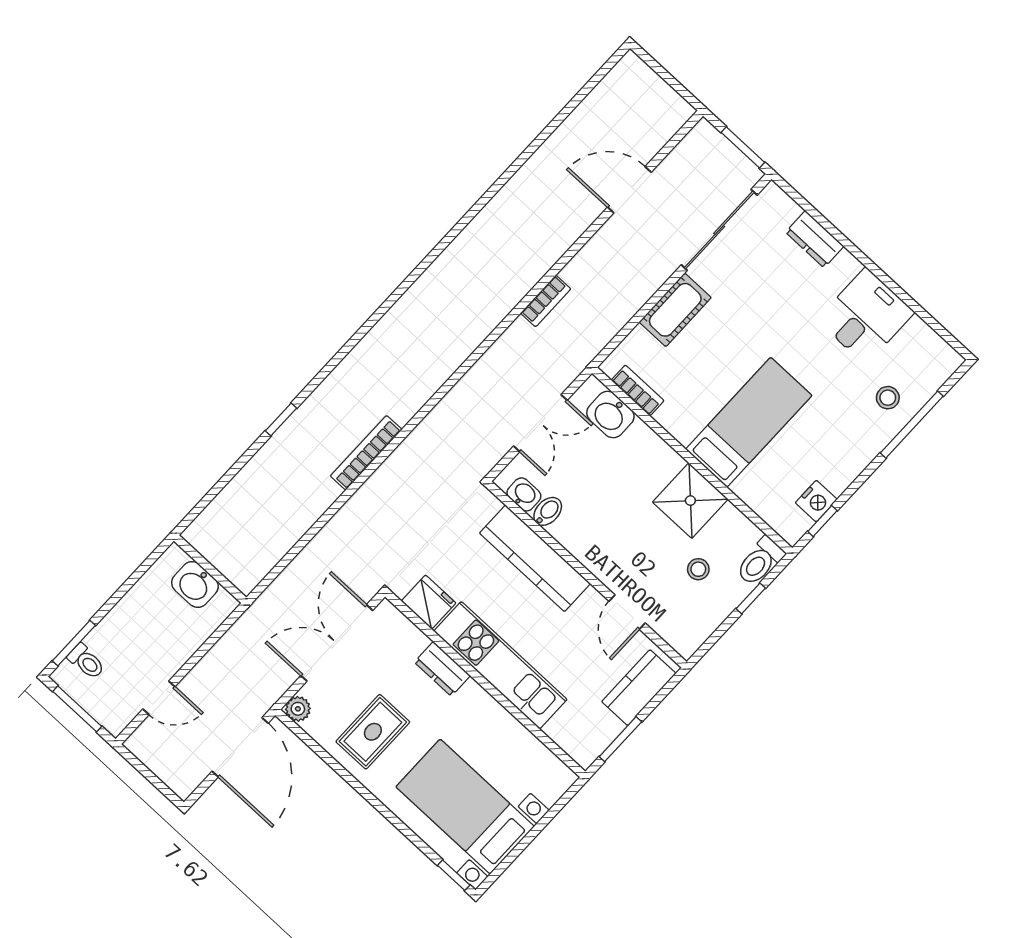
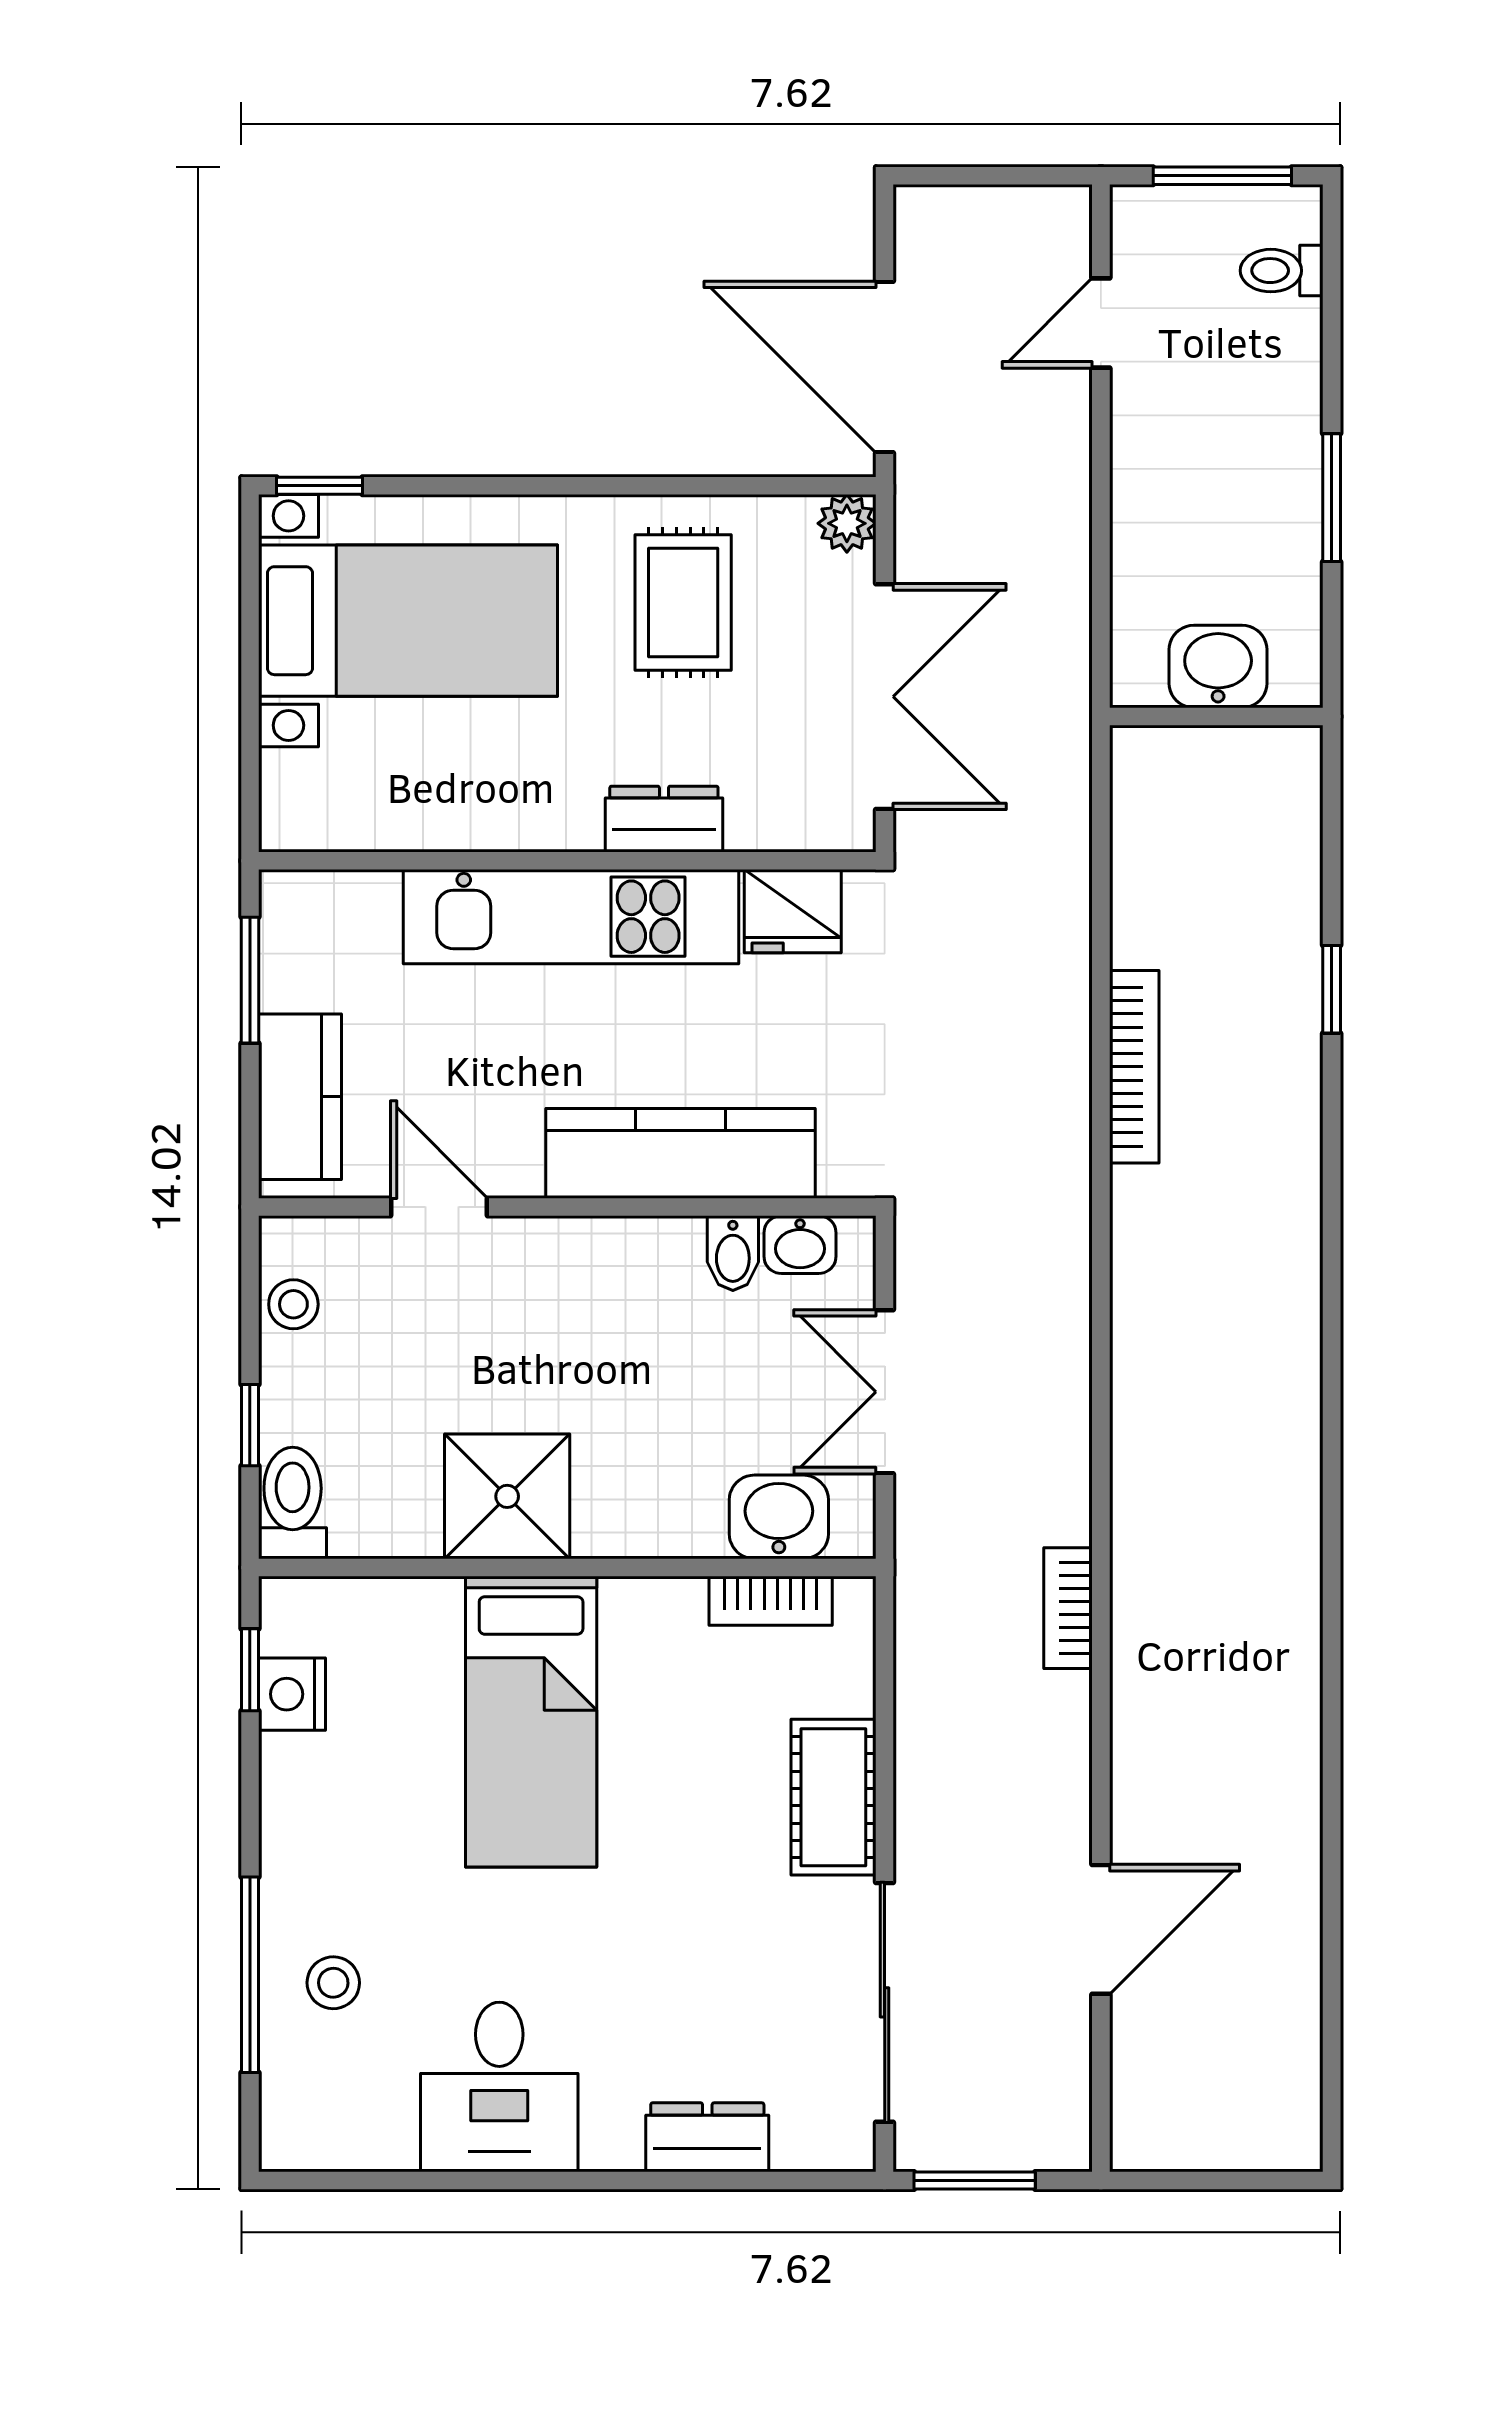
wall: (210, 569) -> (1216, 717), moved
stool: (698, 569) -> (293, 1304), moved
washbasin: (195, 584) -> (1218, 667), moved
window: (74, 643) -> (1332, 498), moved

